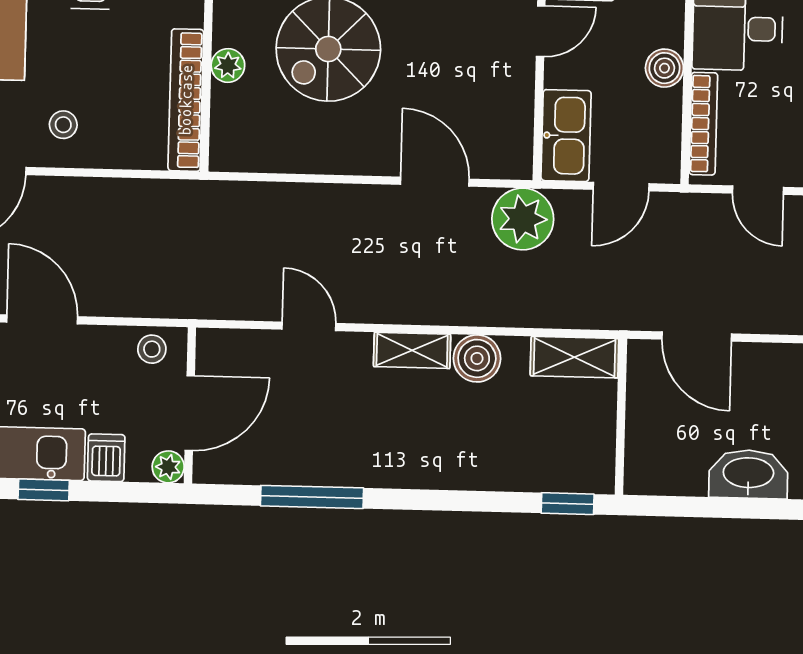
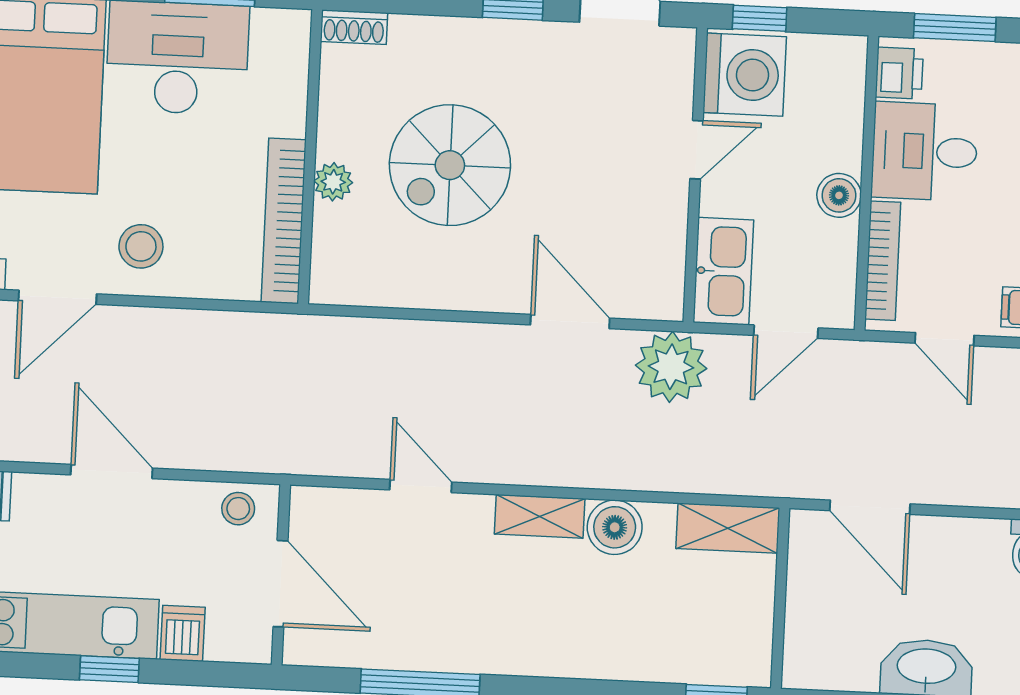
stool: (63, 125) -> (141, 246), width x1.37, depth x1.37
door: (190, 413) -> (280, 584), hinge flipped
plant: (168, 467) -> (254, 645), removed

